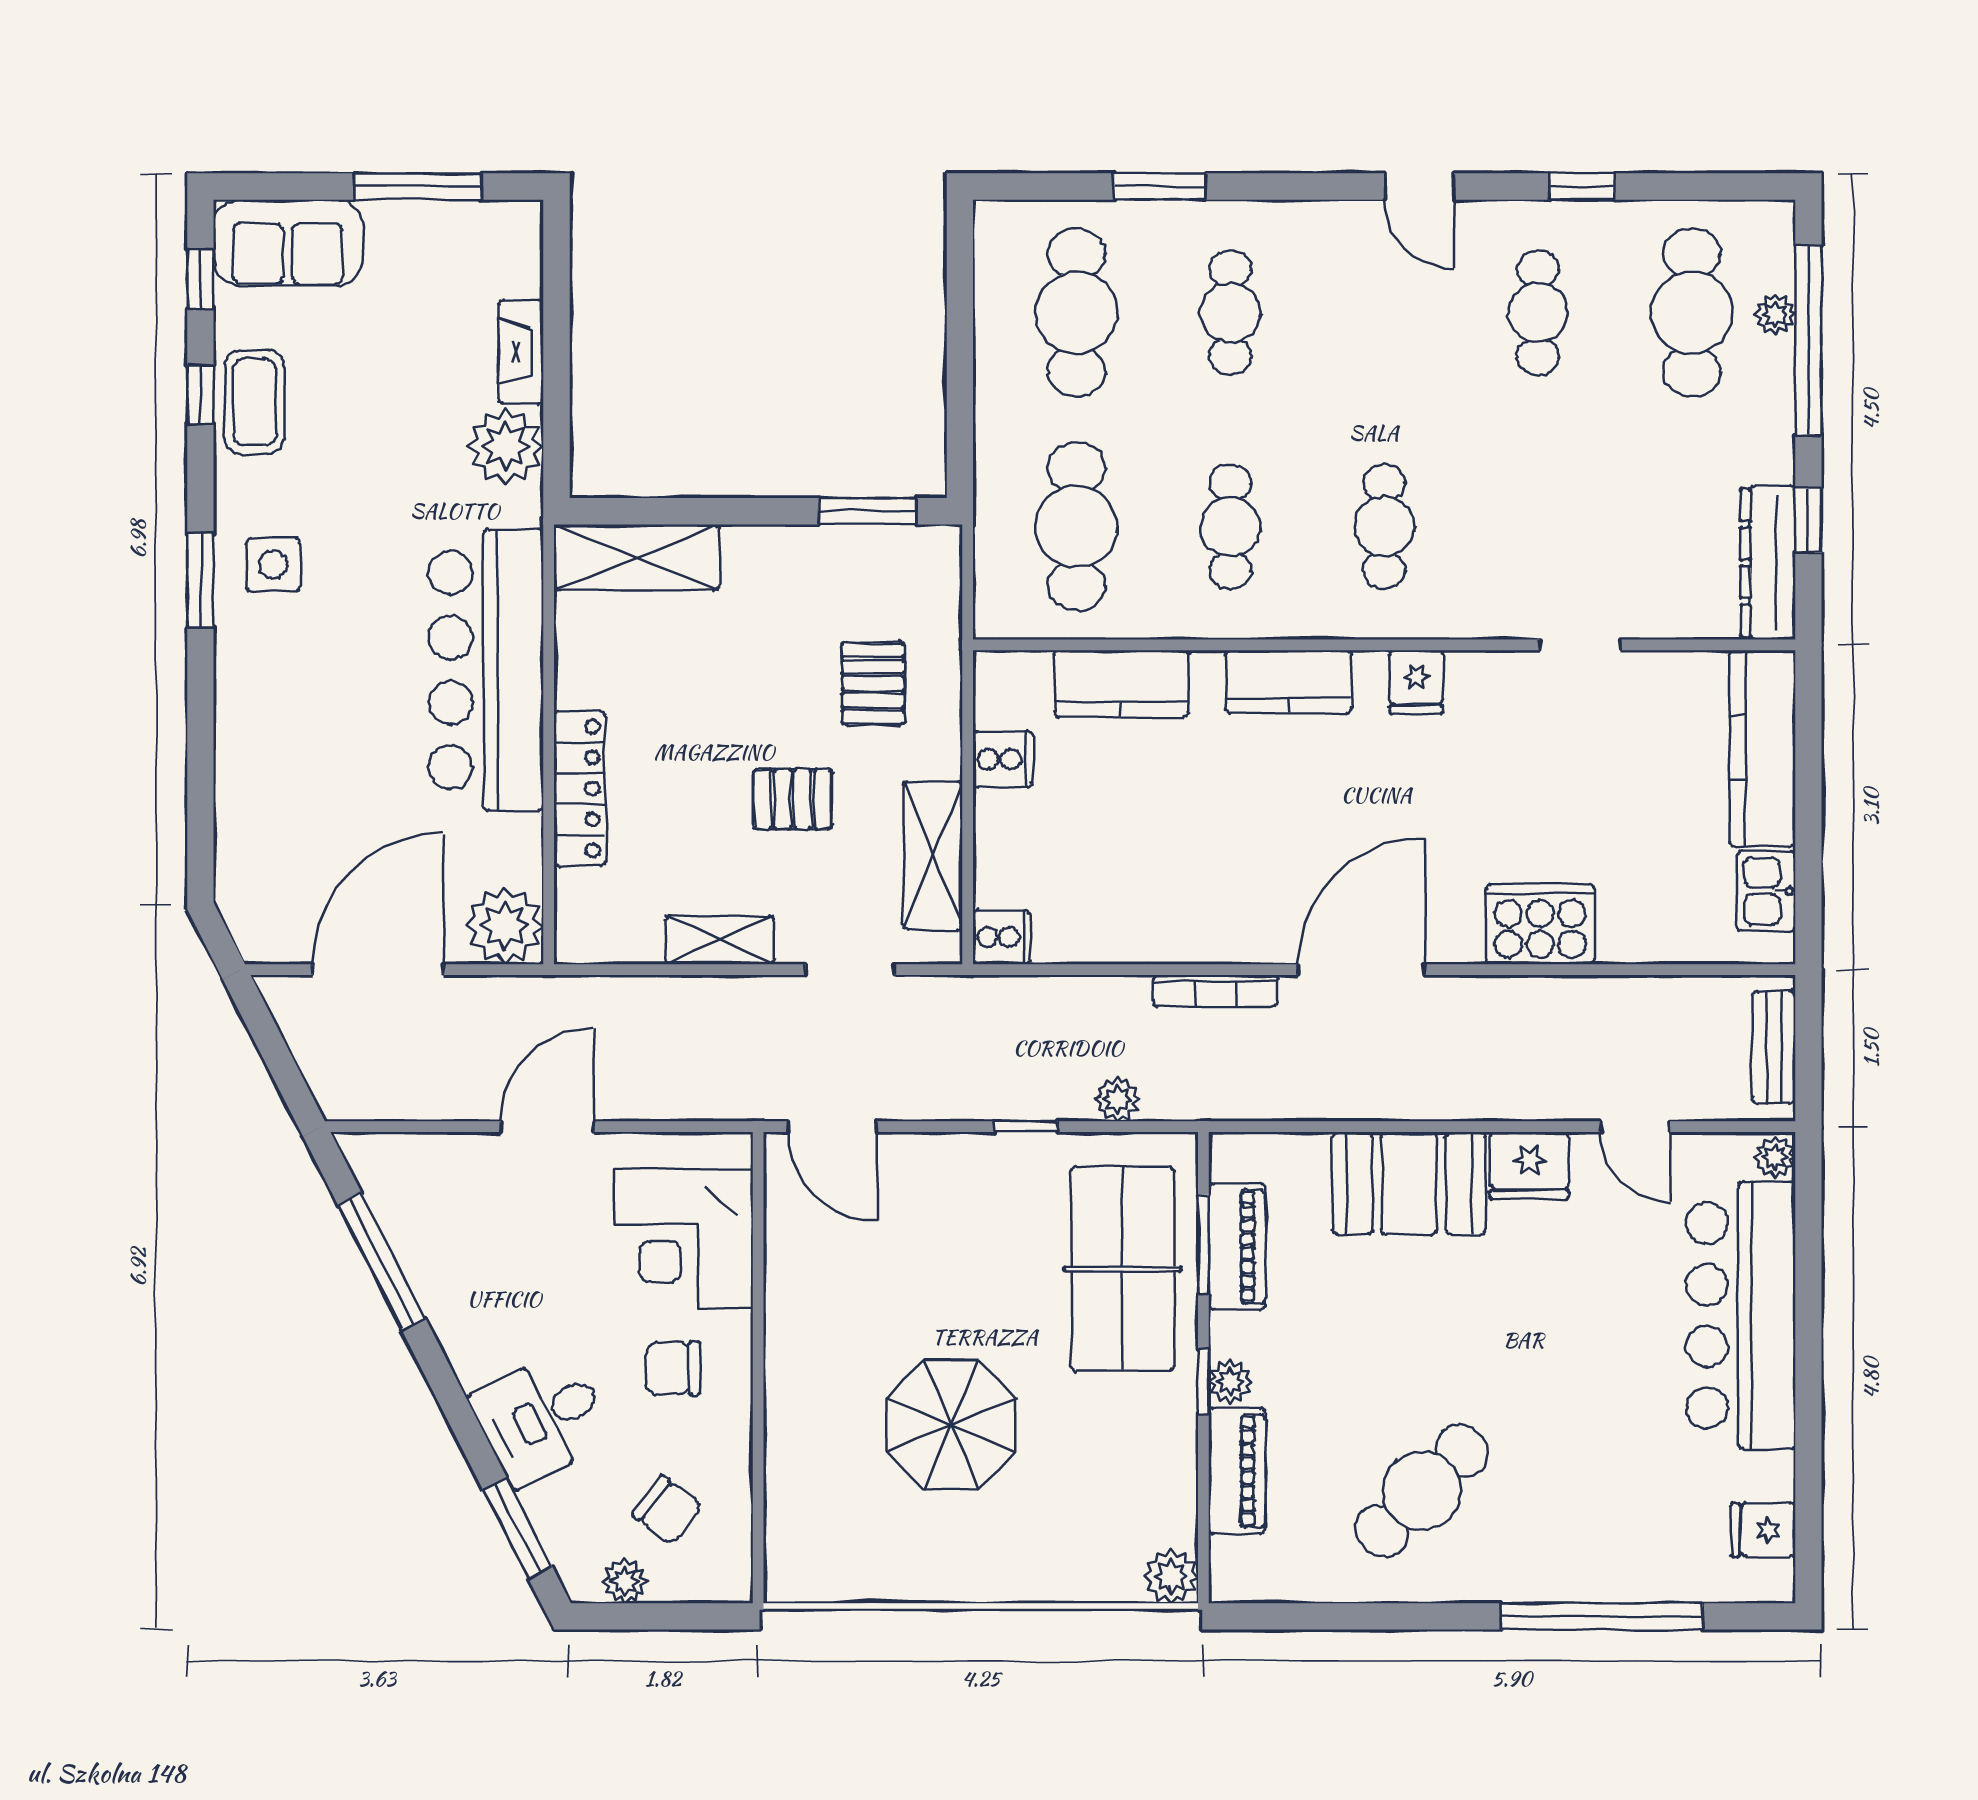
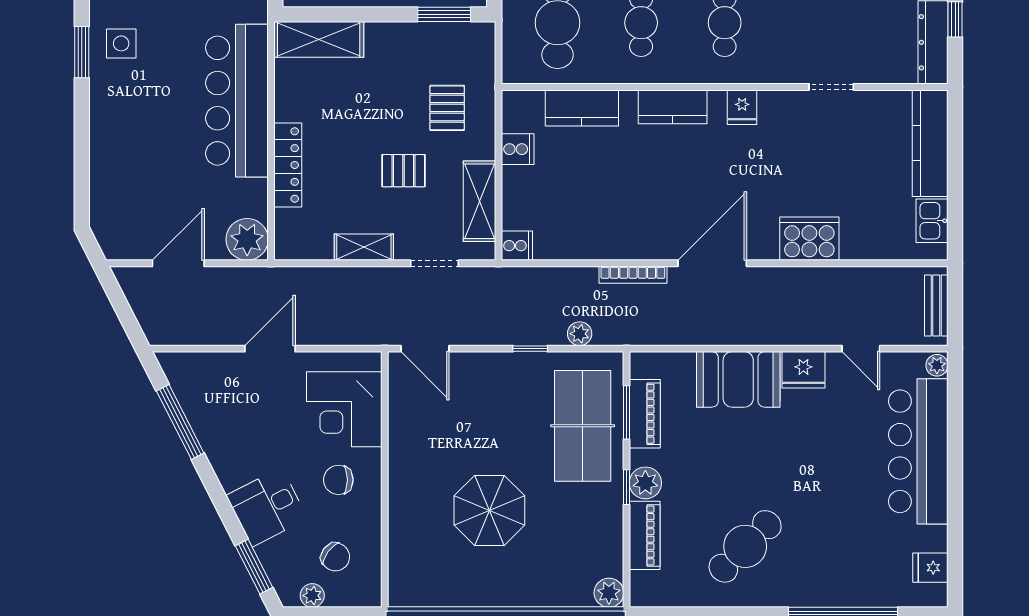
door: (378, 970) -> (178, 263), width x0.73
plant: (1230, 1382) -> (645, 483), width x1.38, depth x1.38

